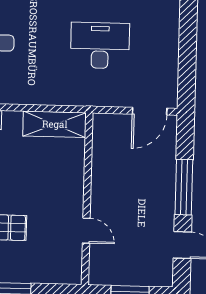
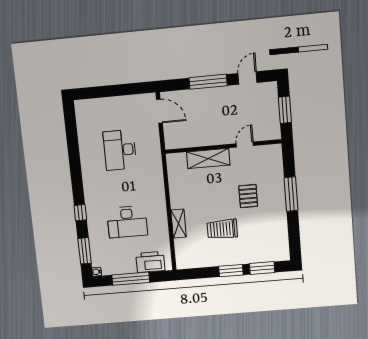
shelving: (55, 124) -> (208, 158), moved, turned 90

